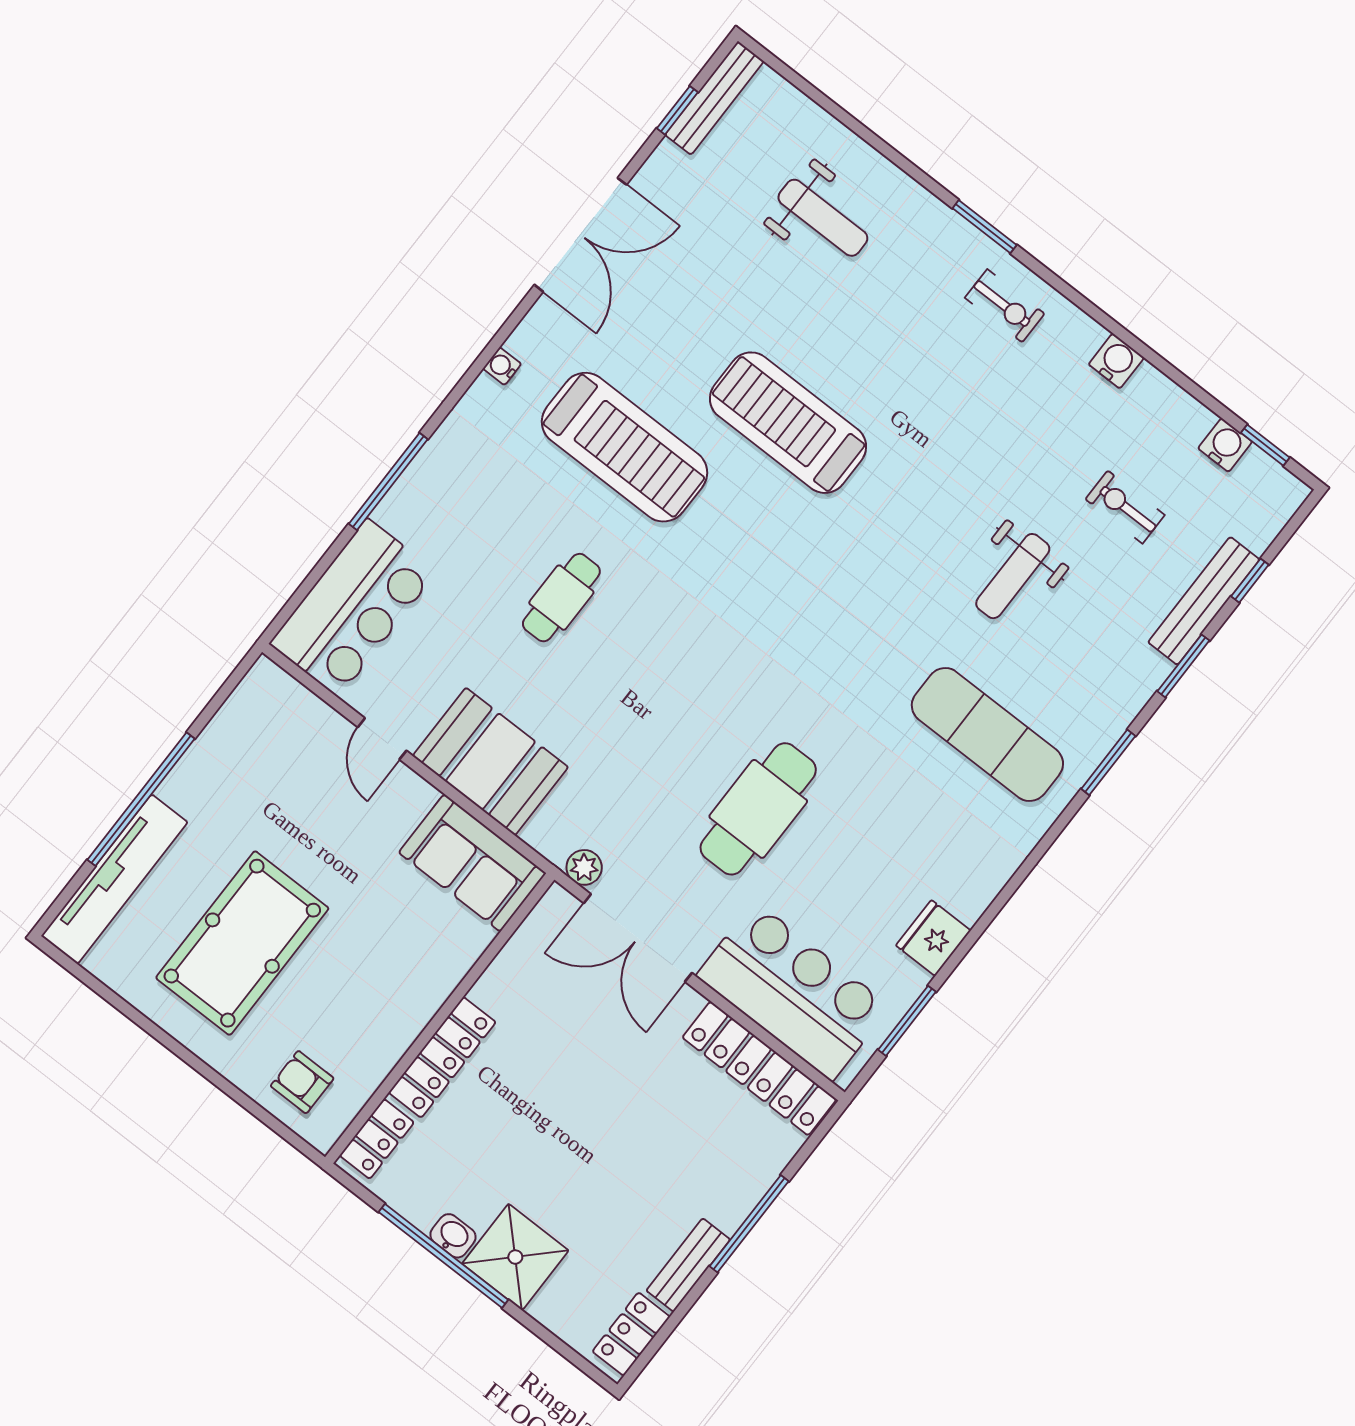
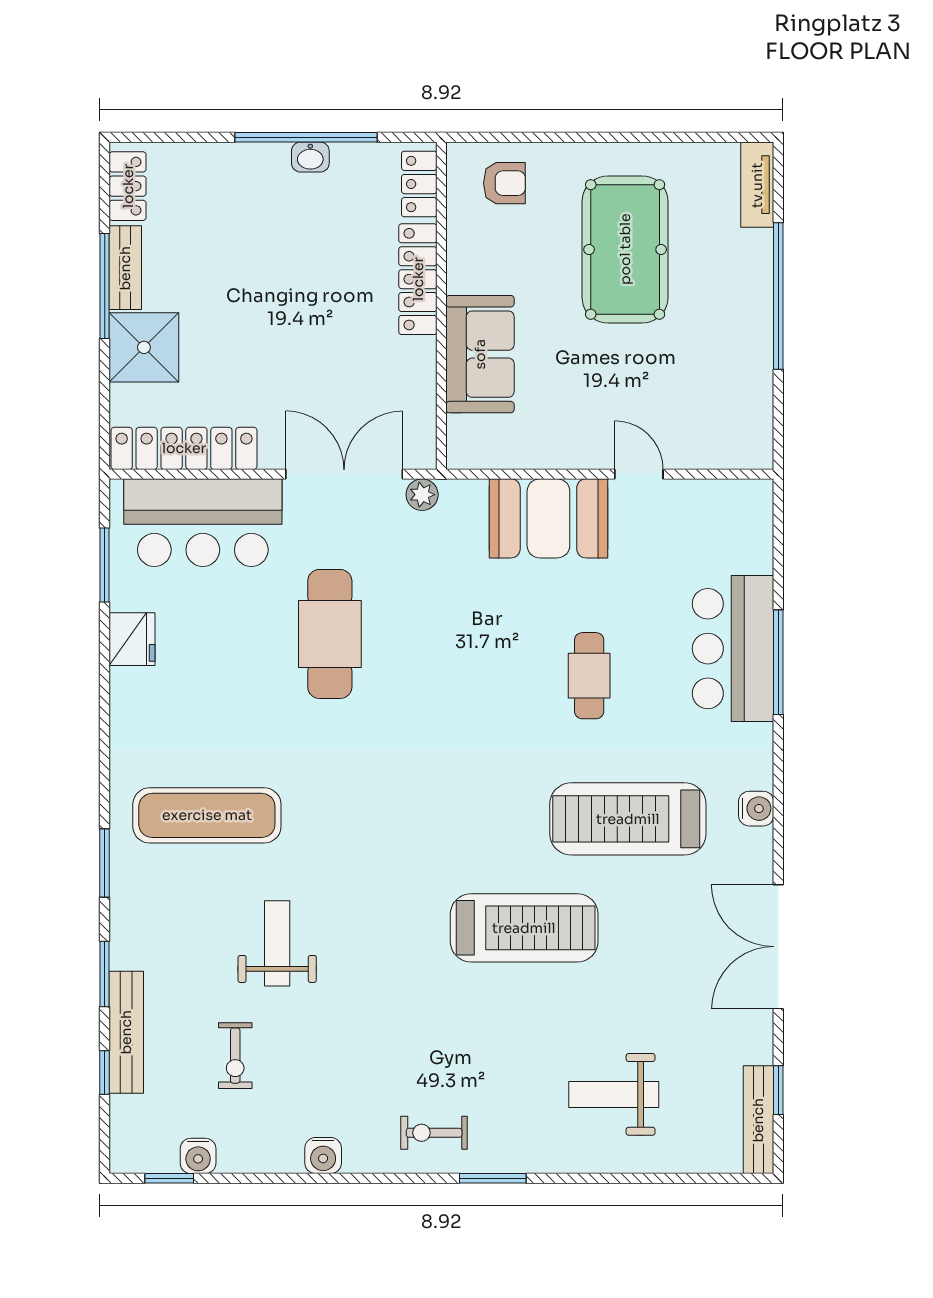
water cooler: (502, 366) -> (756, 809), width x1.38, depth x1.38
exercise bike: (1125, 507) -> (235, 1056), turned 90
bar counter: (353, 608) -> (733, 649), moved
sofa: (472, 863) -> (480, 354), moved, turned 90
tv unit: (114, 879) -> (757, 185), width x0.52, depth x0.78
window: (749, 1224) -> (105, 286), moved
shower: (515, 1257) -> (144, 347), moved

